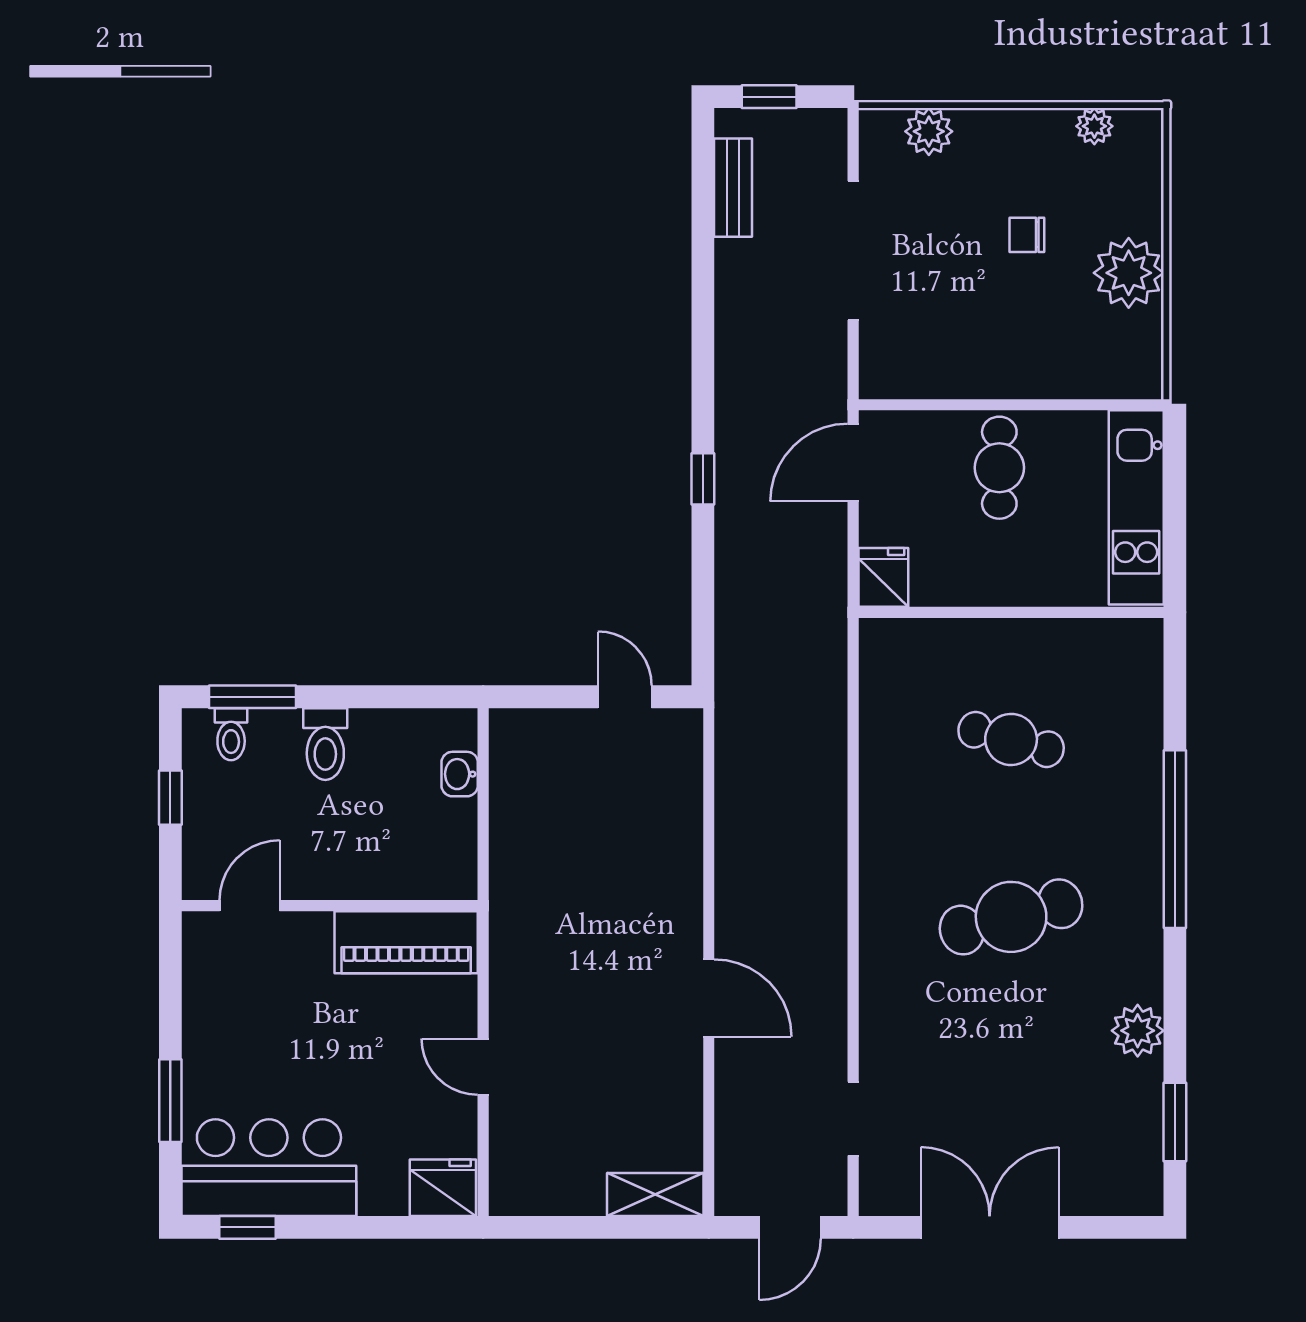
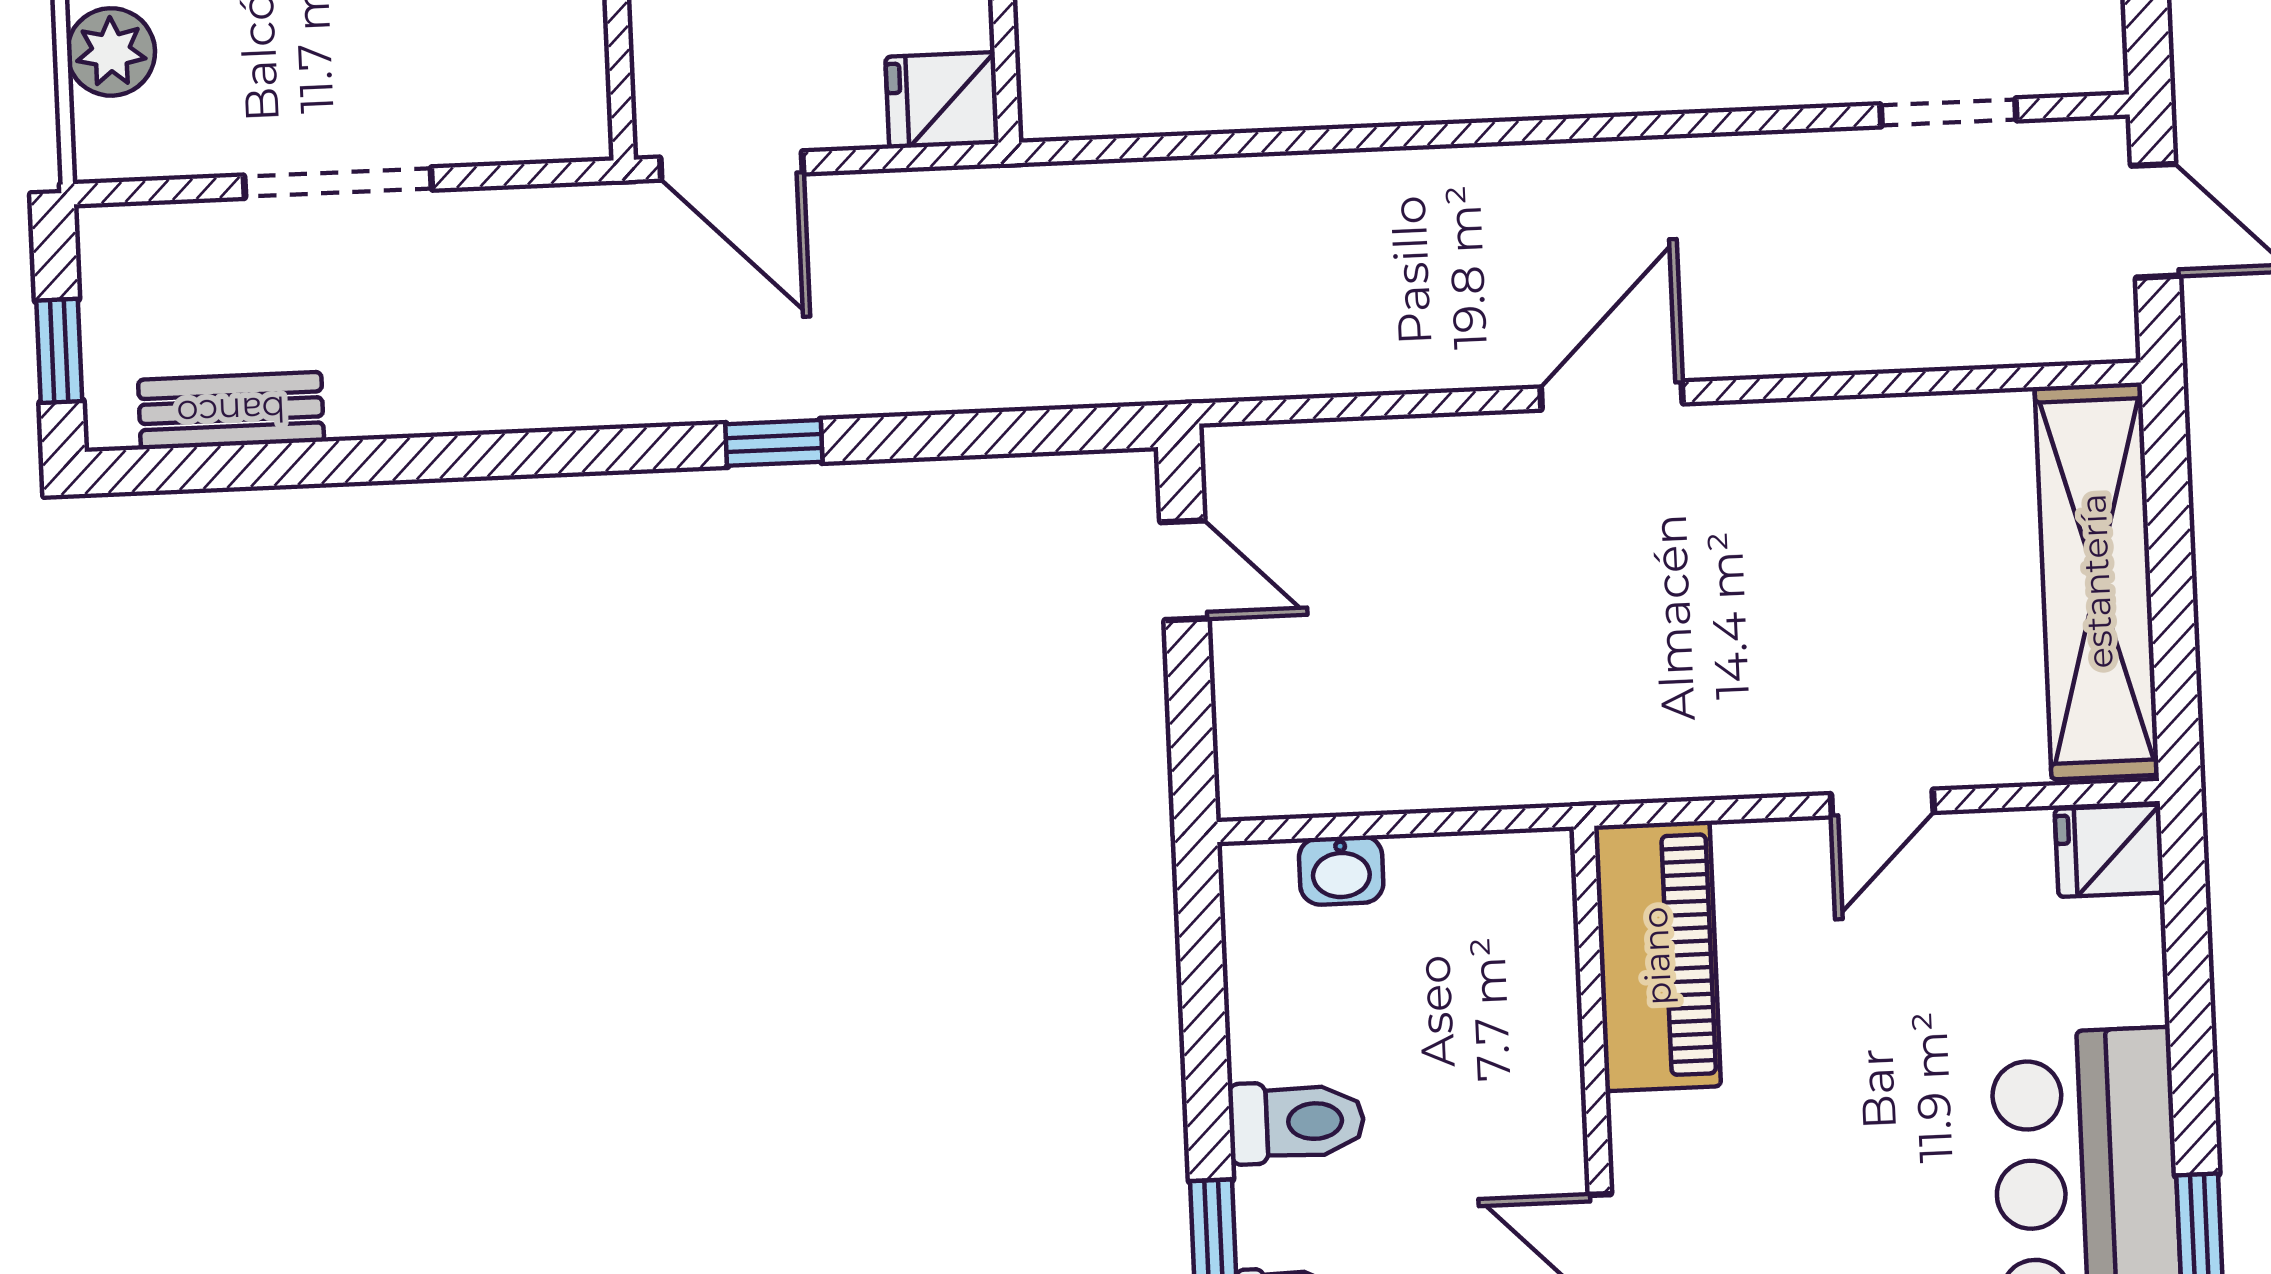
doorway: (853, 251) -> (338, 183), width x0.73
door: (625, 697) -> (1184, 570), swing flipped
door: (709, 998) -> (1612, 395), moved
fridge: (443, 1188) -> (2109, 851), width x0.72
shelving: (655, 1194) -> (2097, 581), width x2.20, depth x1.33

